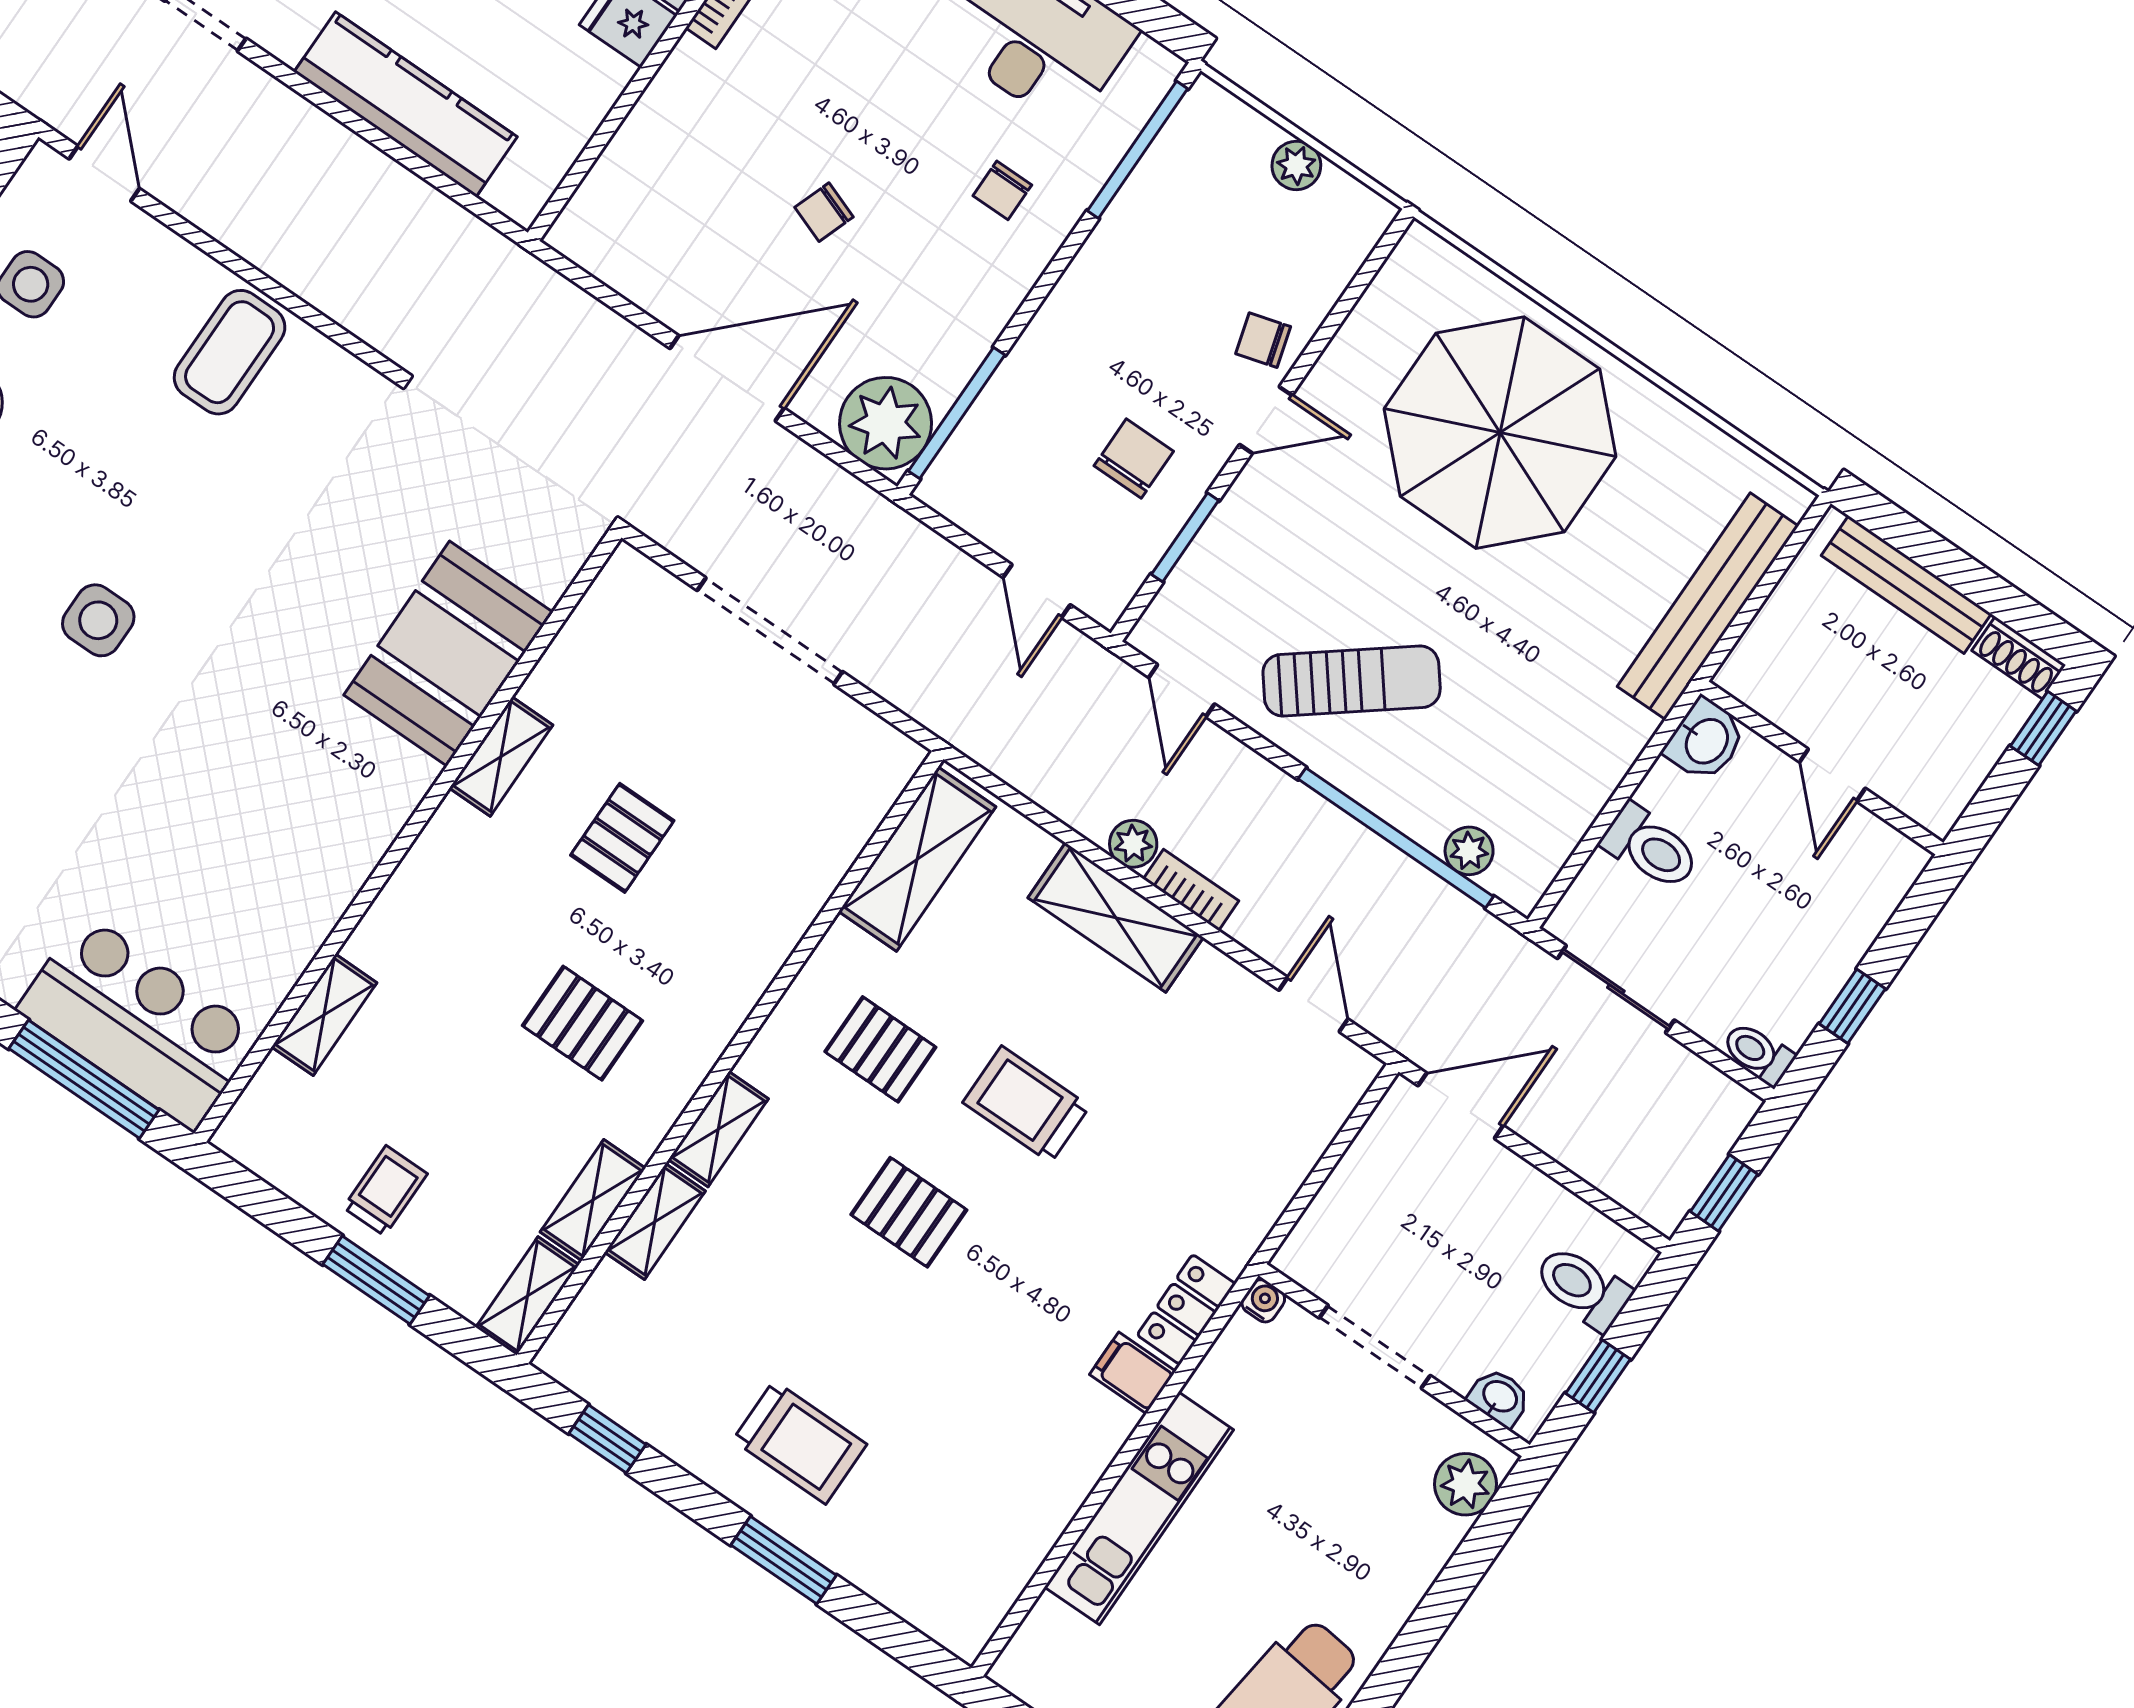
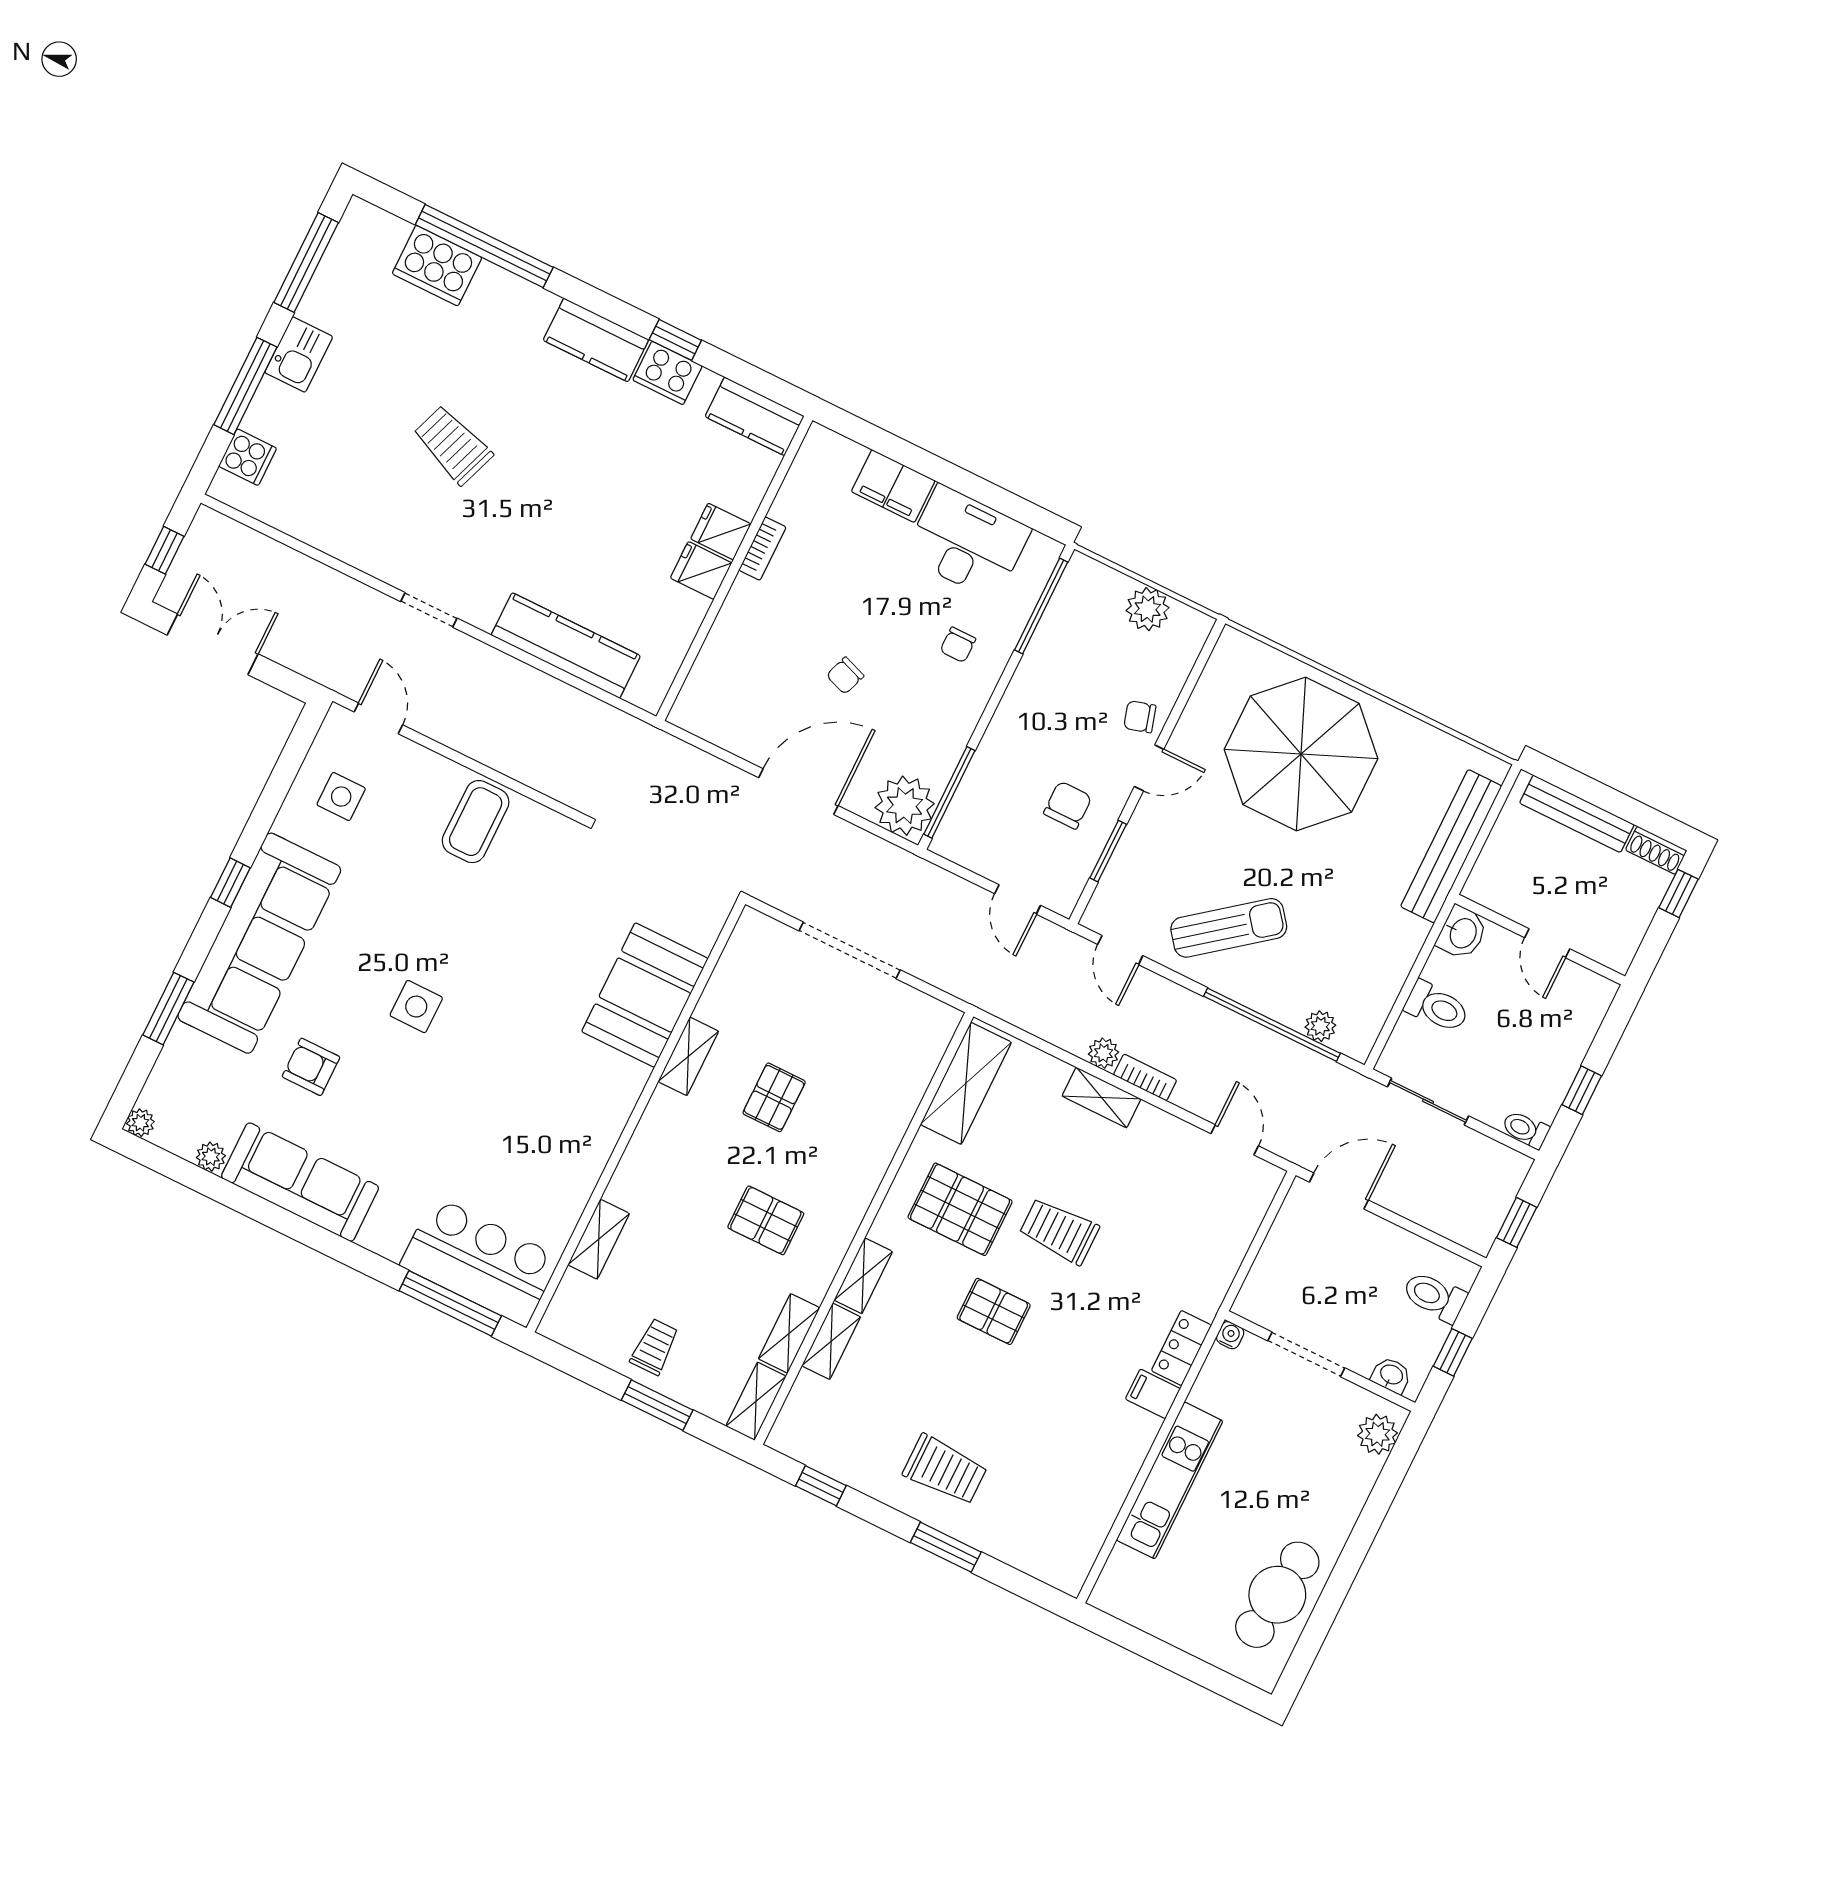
plant: (1296, 165) -> (1148, 609), width x1.38, depth x1.38
shelving: (1116, 918) -> (1102, 1097), width x0.67, depth x0.75
pallet: (880, 1049) -> (960, 1209), width x1.50, depth x1.42

